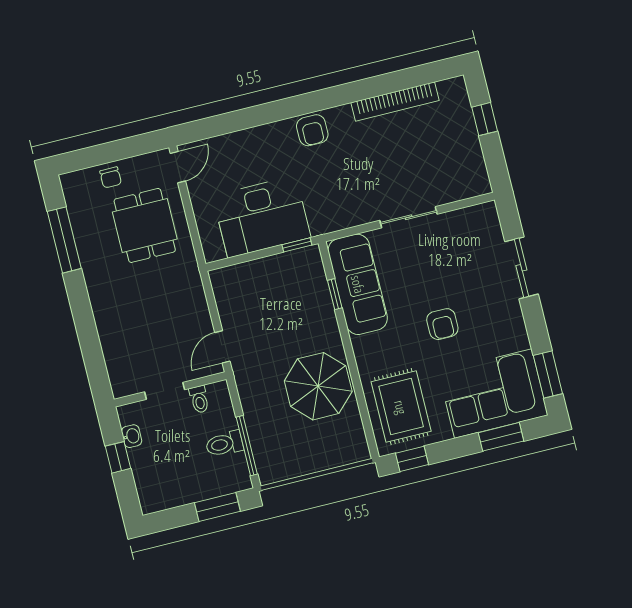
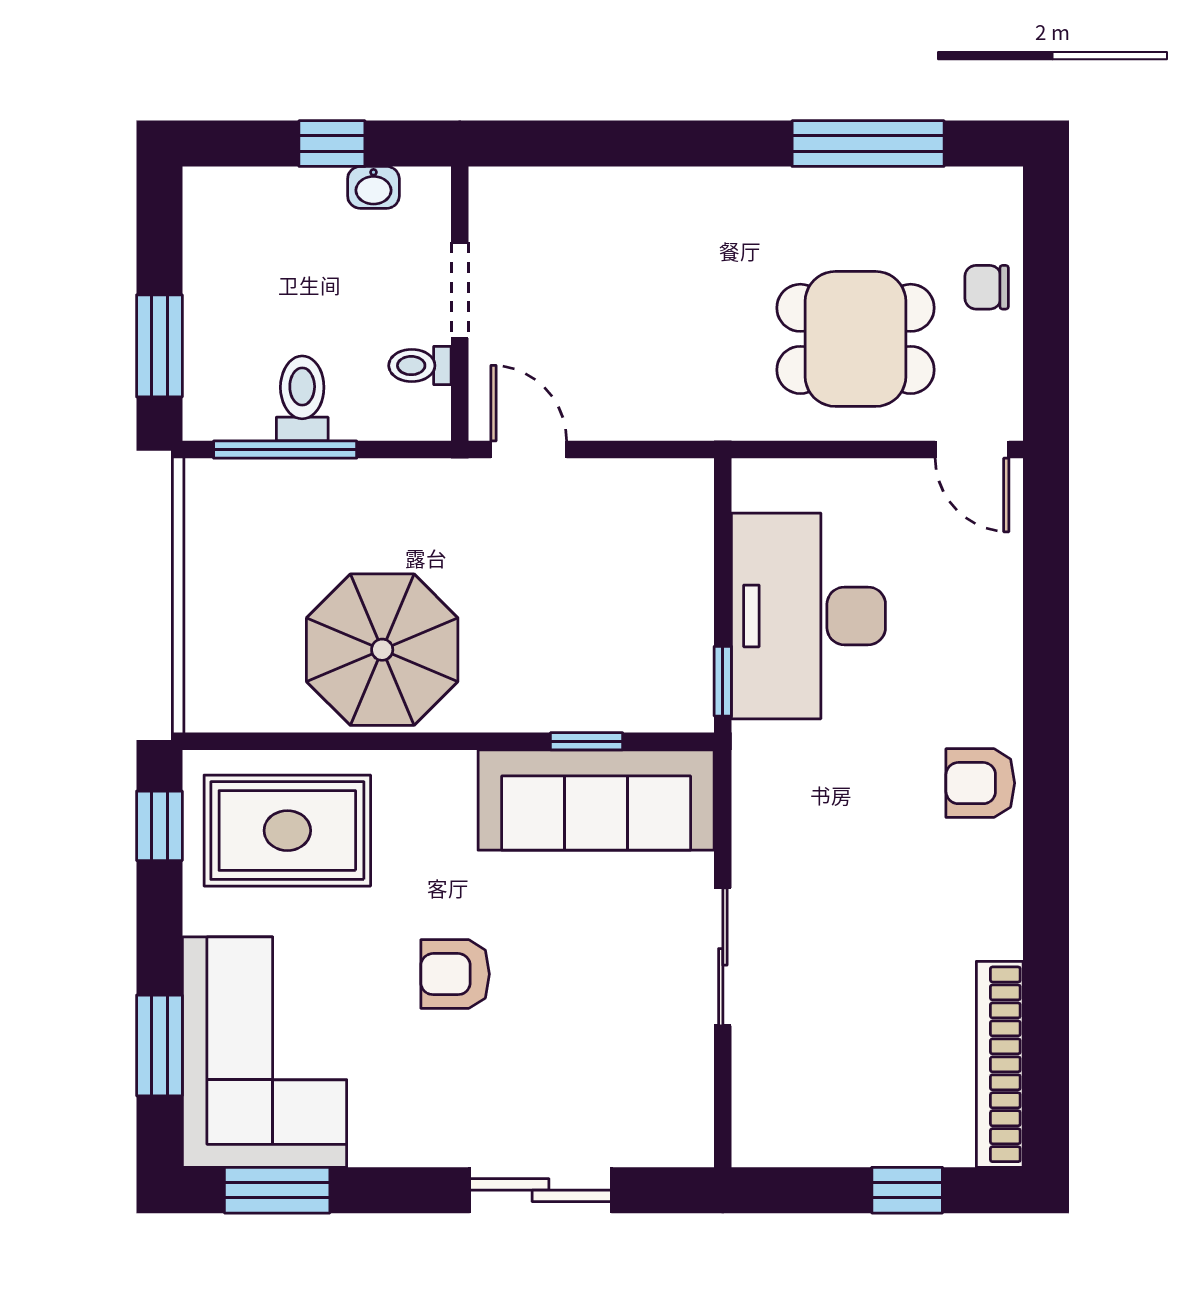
bookcase: (395, 101) -> (1000, 1064), moved

